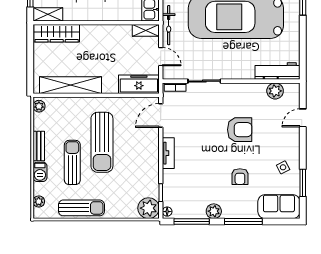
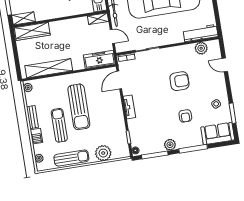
door: (303, 118) -> (225, 65), hinge flipped
plant: (148, 208) -> (103, 153), moved

